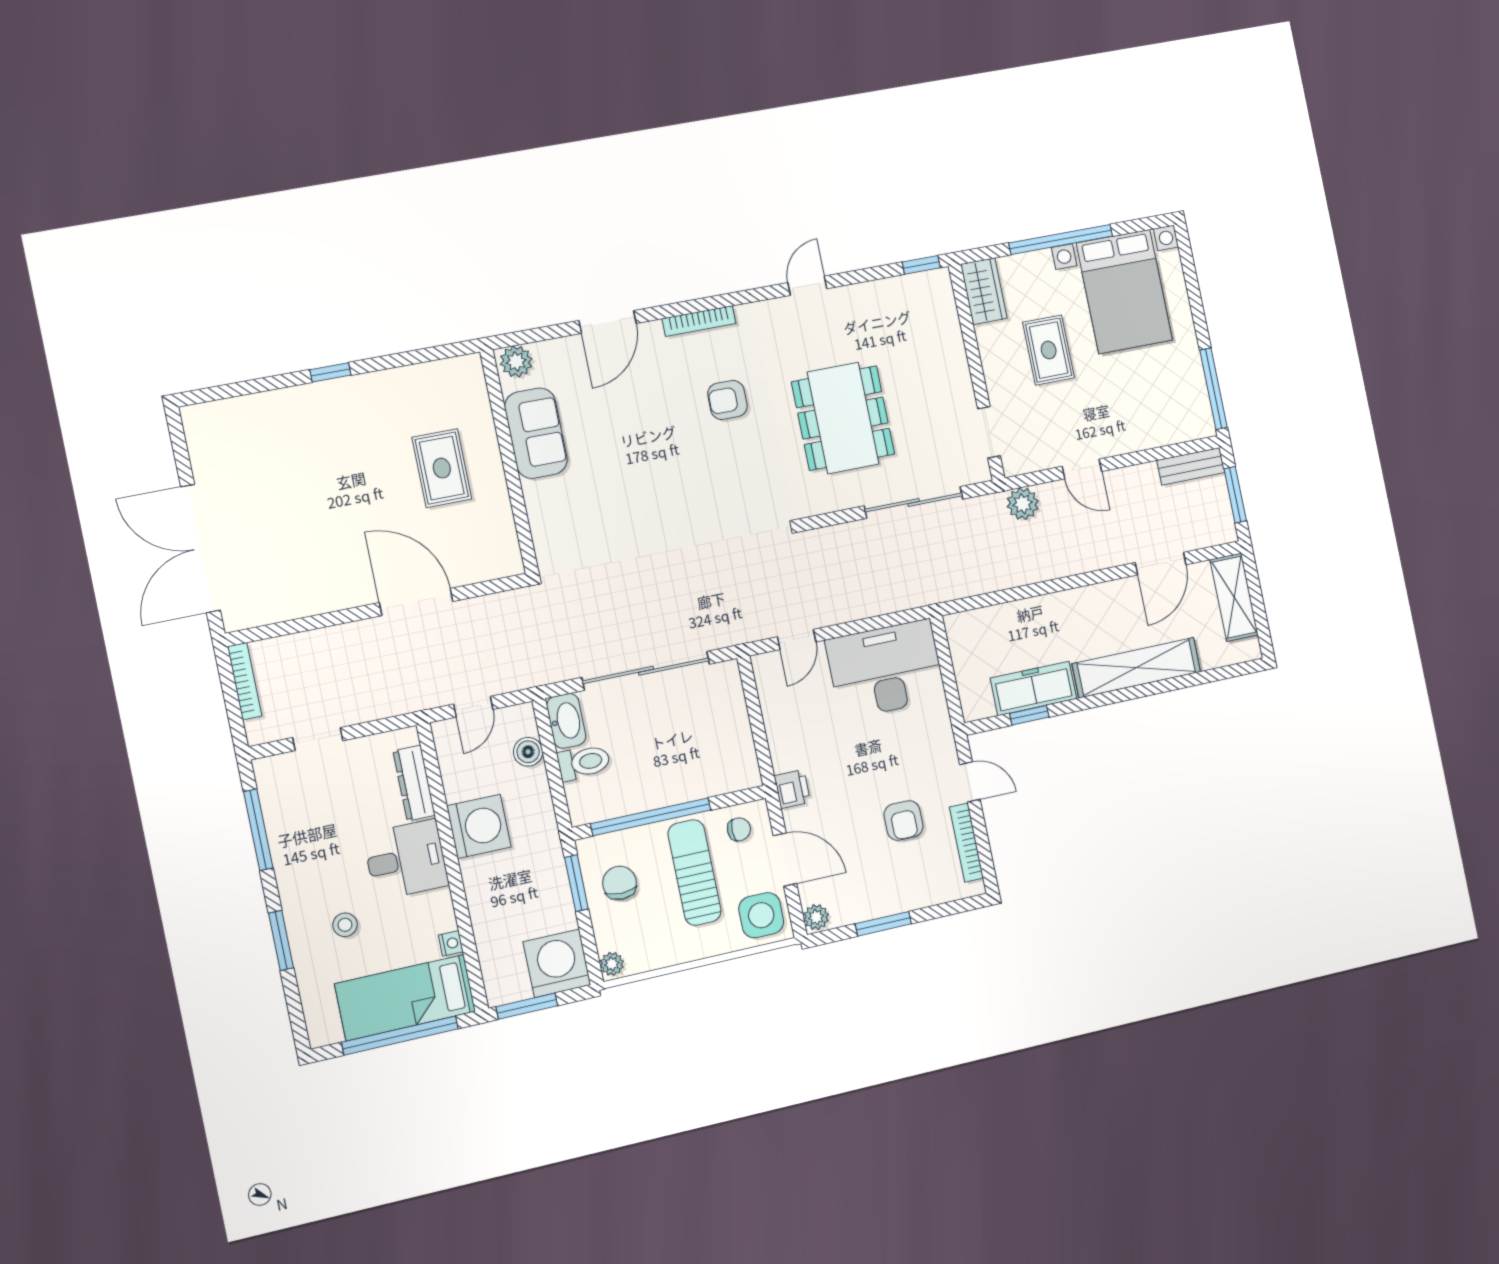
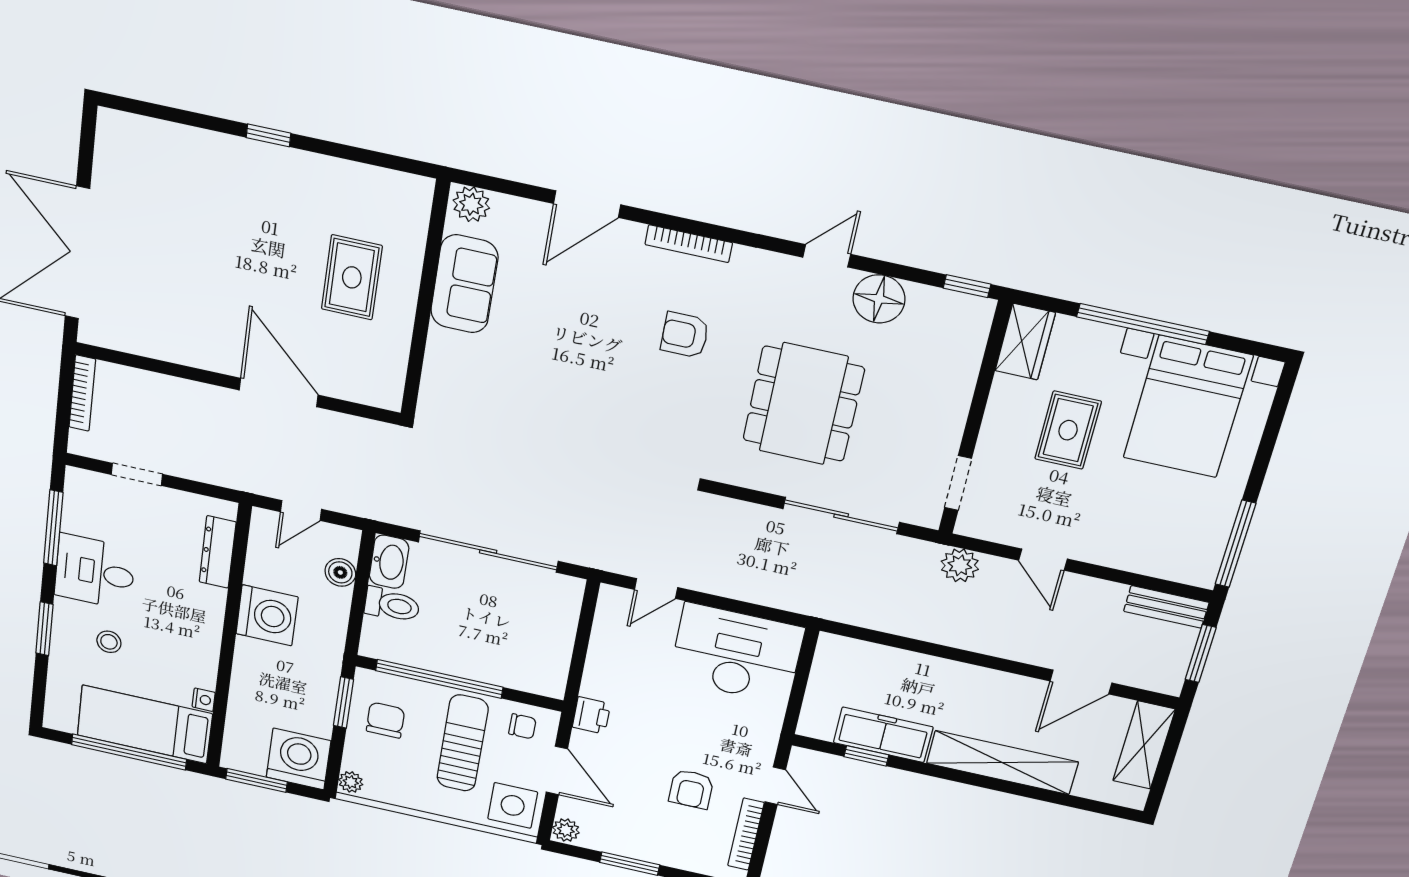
floor lamp: (861, 304) -> (879, 299), added
desk: (406, 860) -> (95, 572), moved, turned 180

